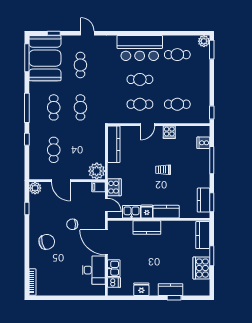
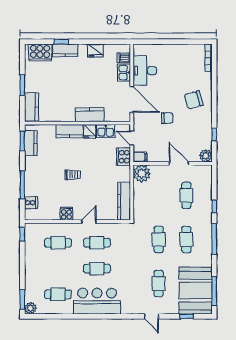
cooker: (201, 268) -> (40, 52), moved, turned 90

